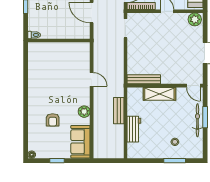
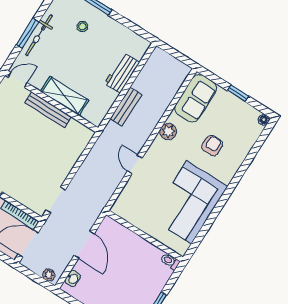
corner sofa: (45, 77) -> (189, 202), added
bench: (144, 79) -> (48, 110), moved
door: (193, 86) -> (18, 80), hinge flipped

